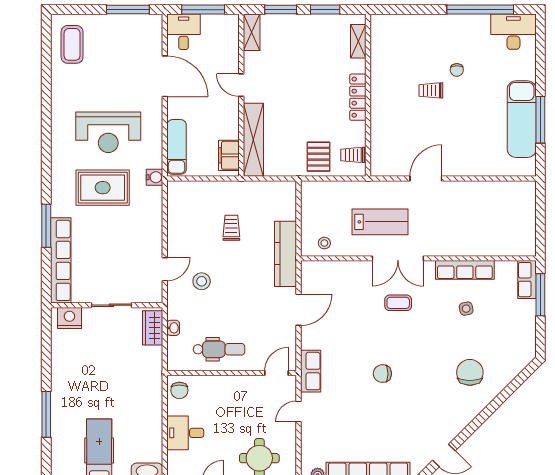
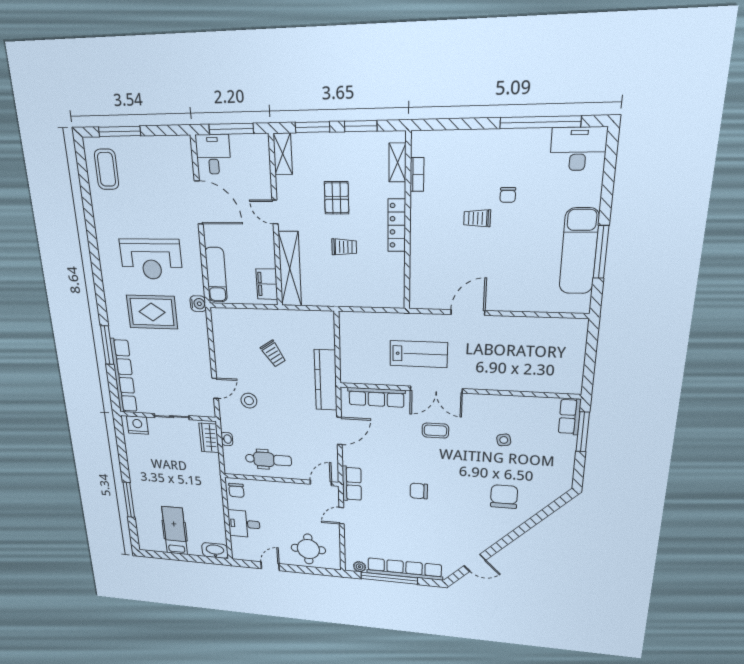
window: (128, 10) -> (119, 131), moved
bookcase: (376, 52) -> (417, 175), added
trolley: (353, 155) -> (344, 247), moved, turned 180
pallet: (319, 157) -> (337, 198), moved
trolley: (231, 228) -> (273, 354), turned 147
stool: (324, 243) -> (363, 372), removed
row of seats: (465, 270) -> (376, 397), moved

